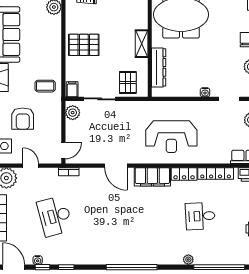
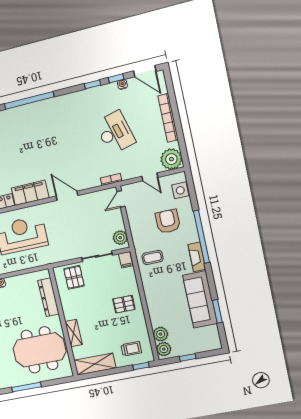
shelving: (142, 44) -> (74, 333), moved
pallet: (84, 45) -> (124, 304), width x0.67, depth x0.71

